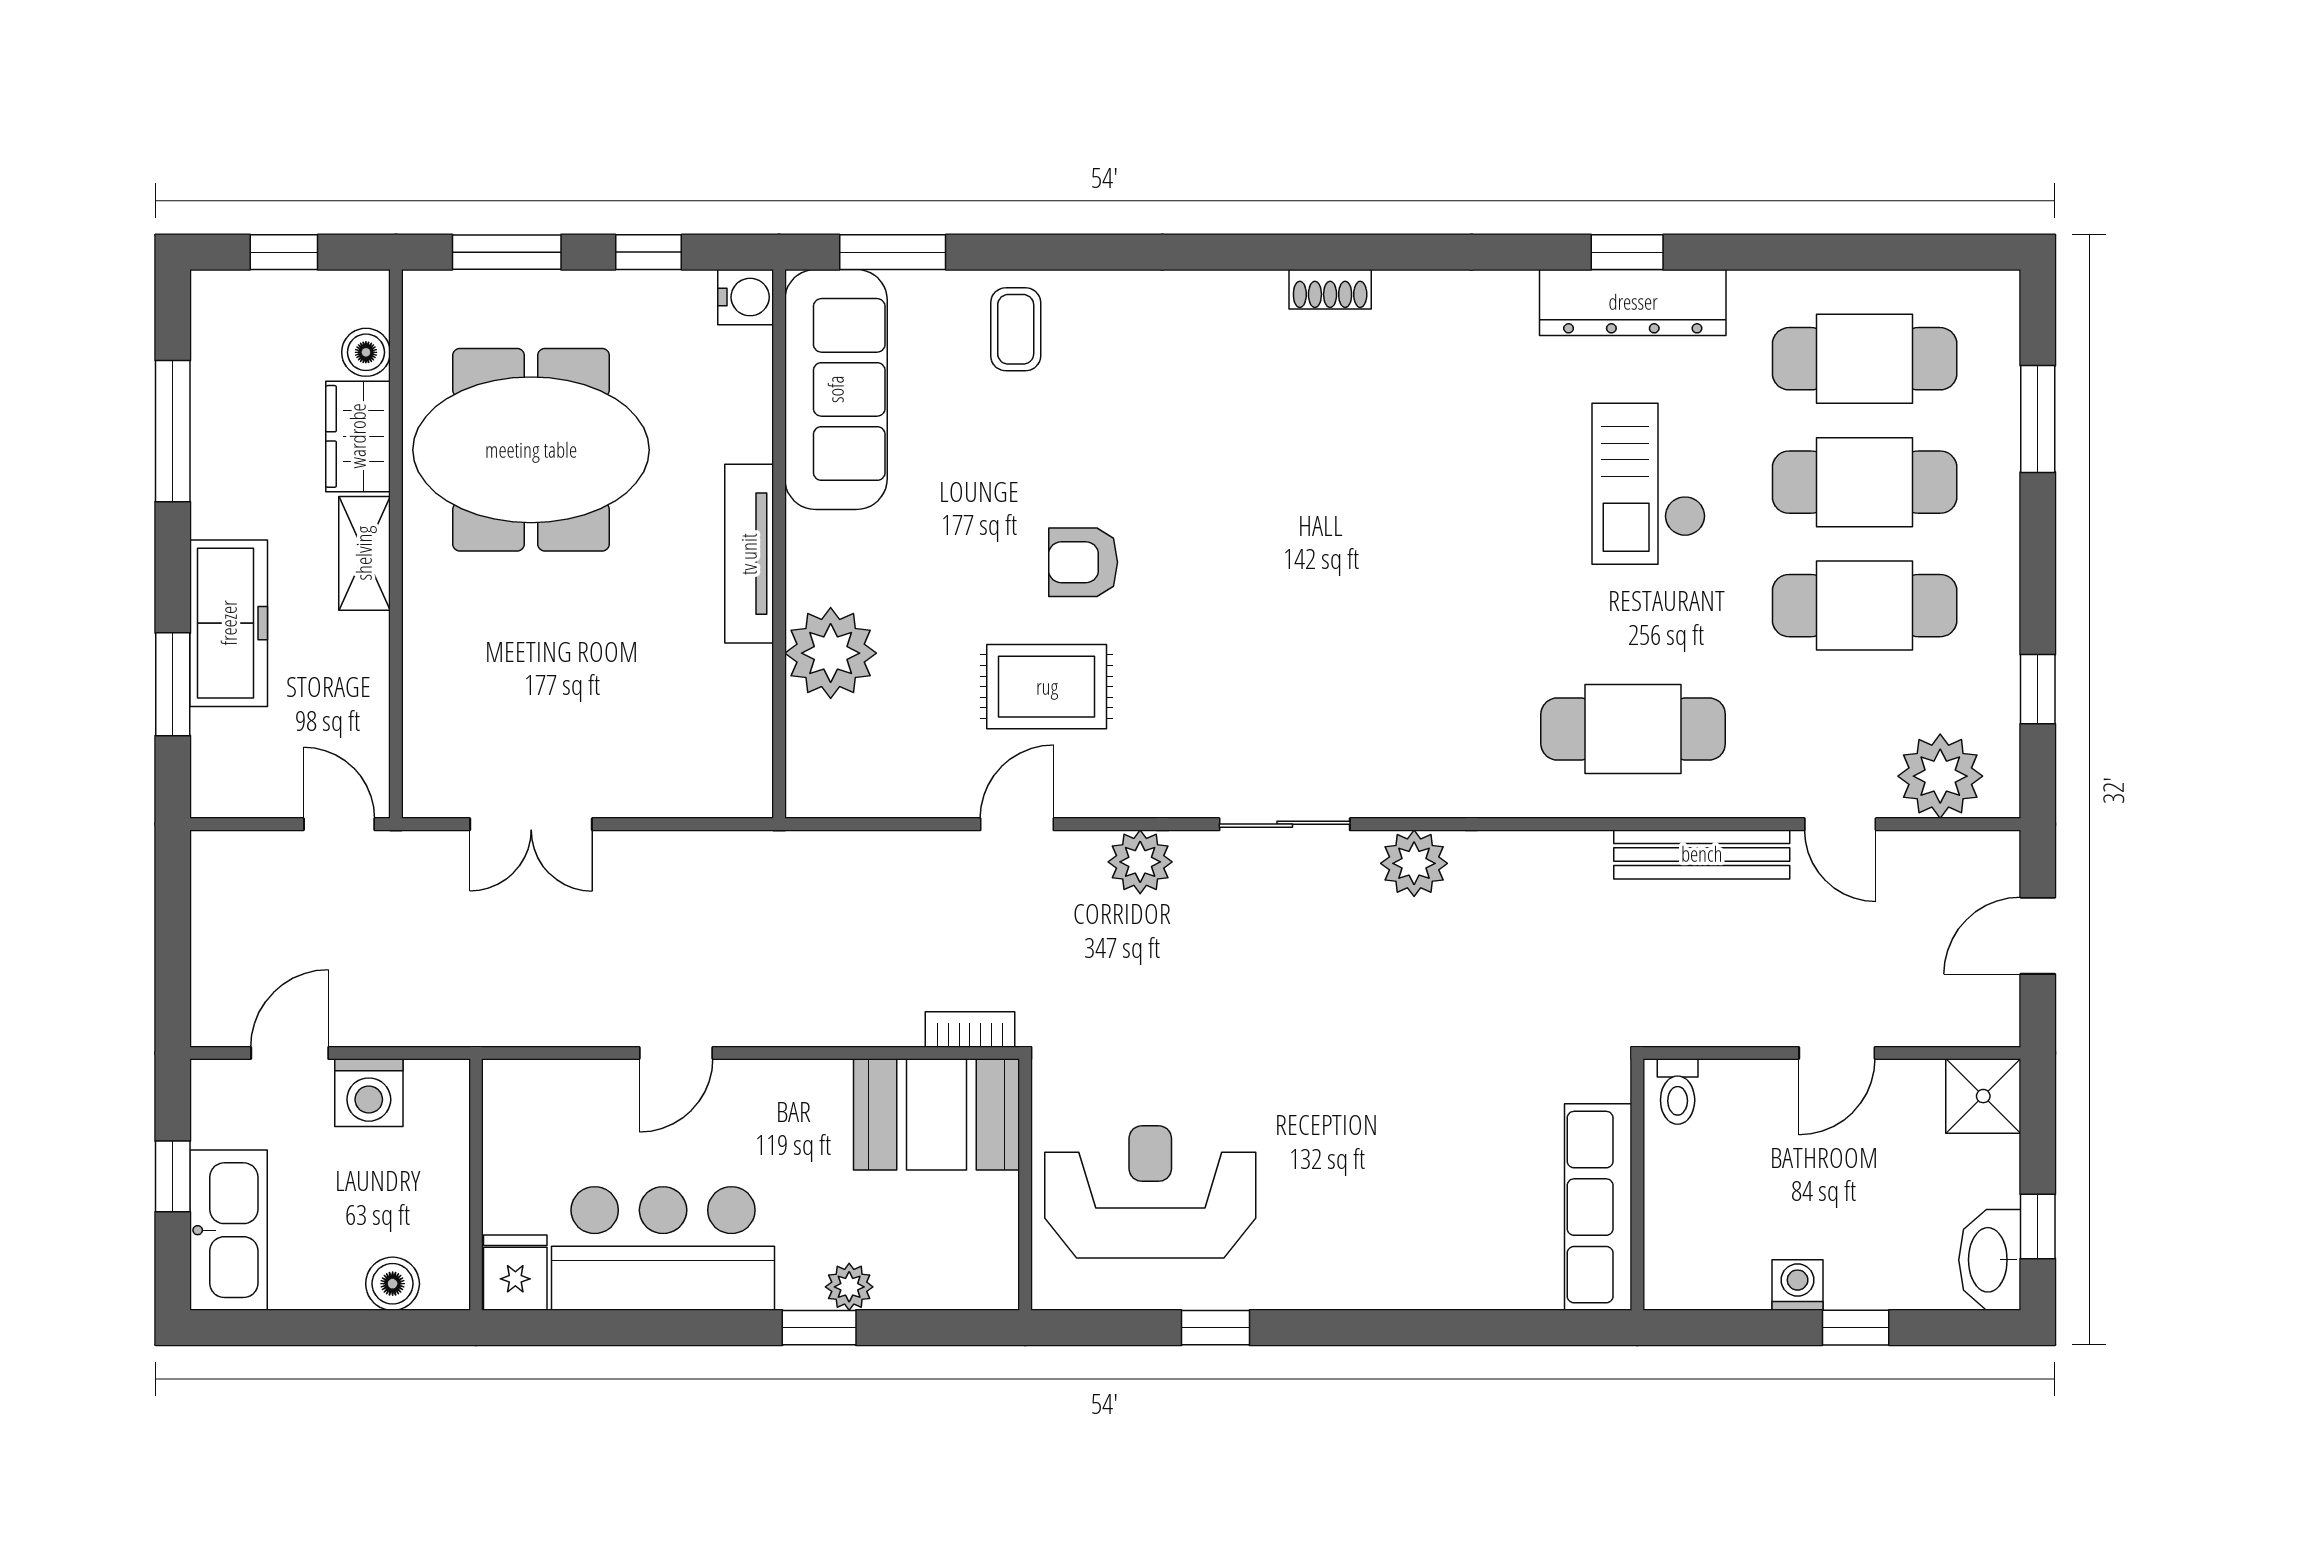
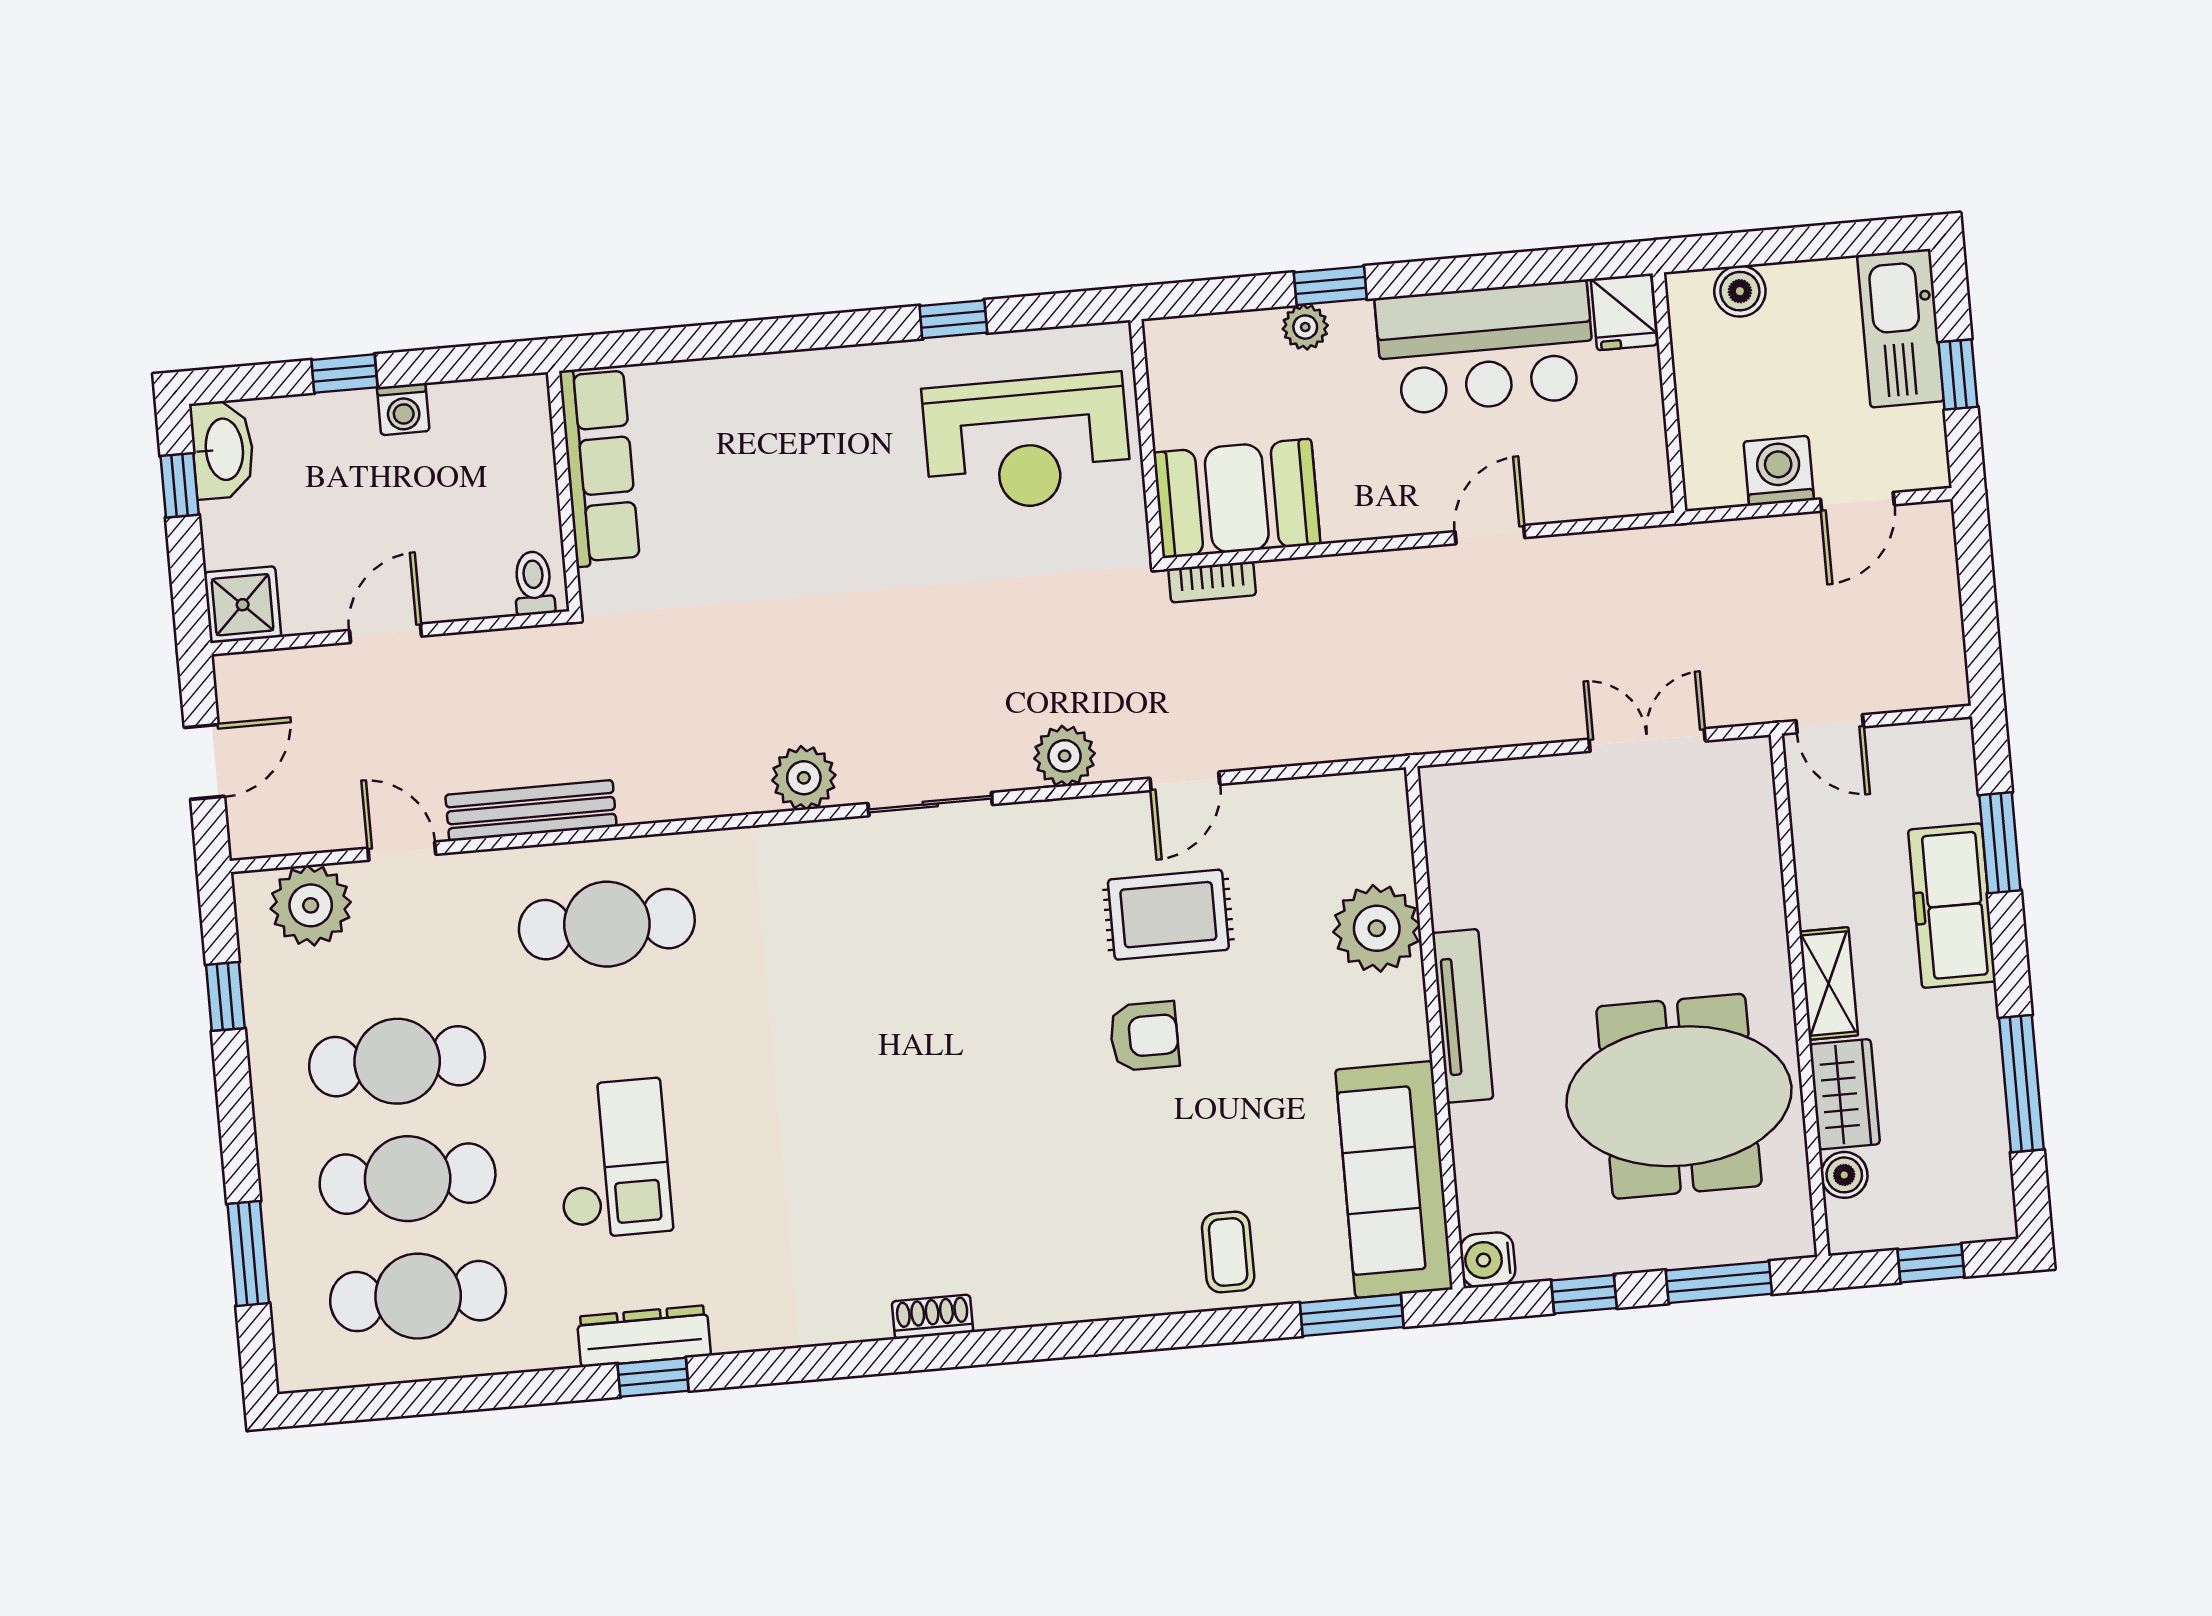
dresser: (1633, 302) -> (644, 1336), width x0.73, depth x0.80

